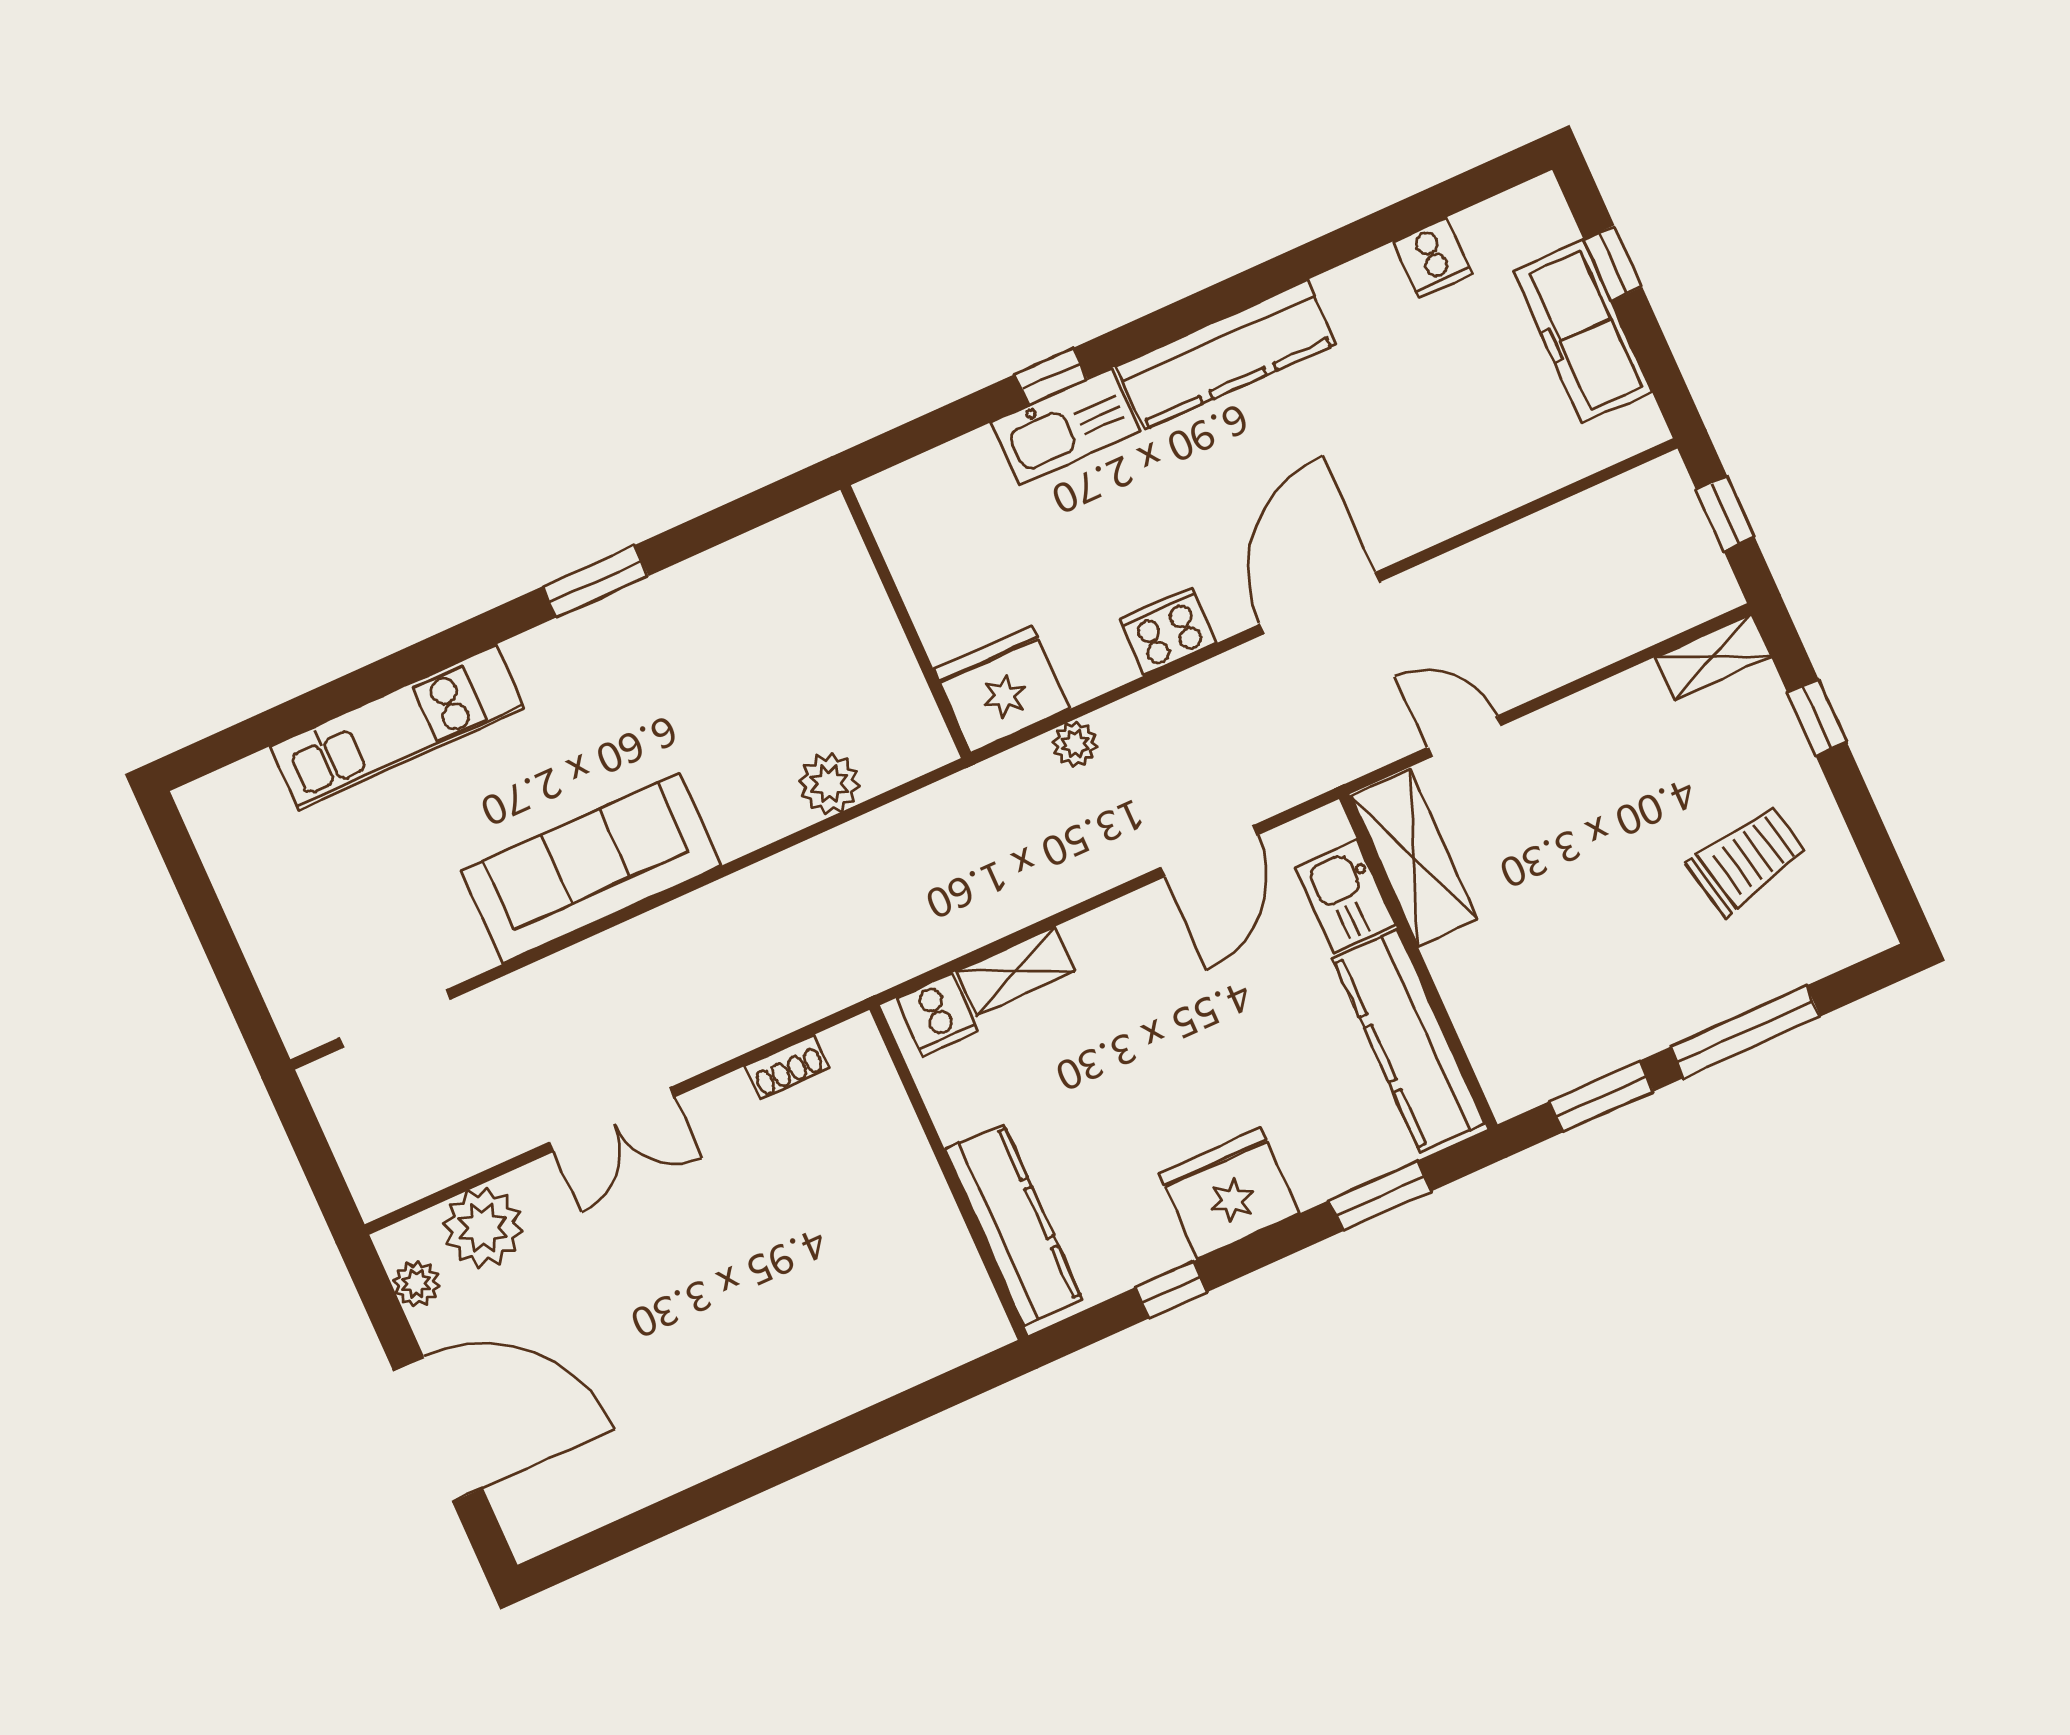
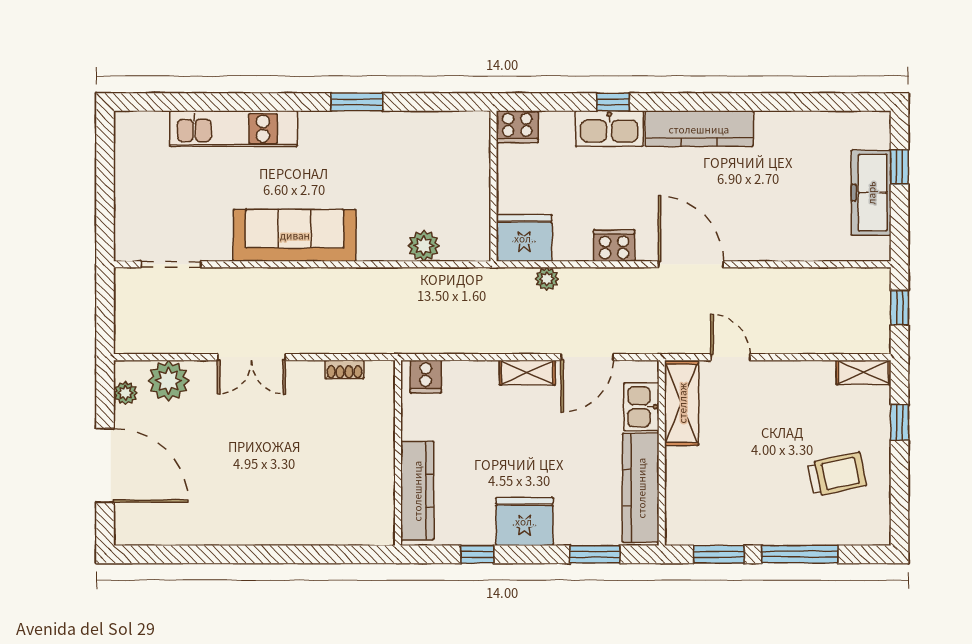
cooker: (1433, 258) -> (517, 127), moved, width x1.36
door: (1319, 603) -> (691, 264), hinge flipped
shelving: (1015, 971) -> (527, 373), moved

